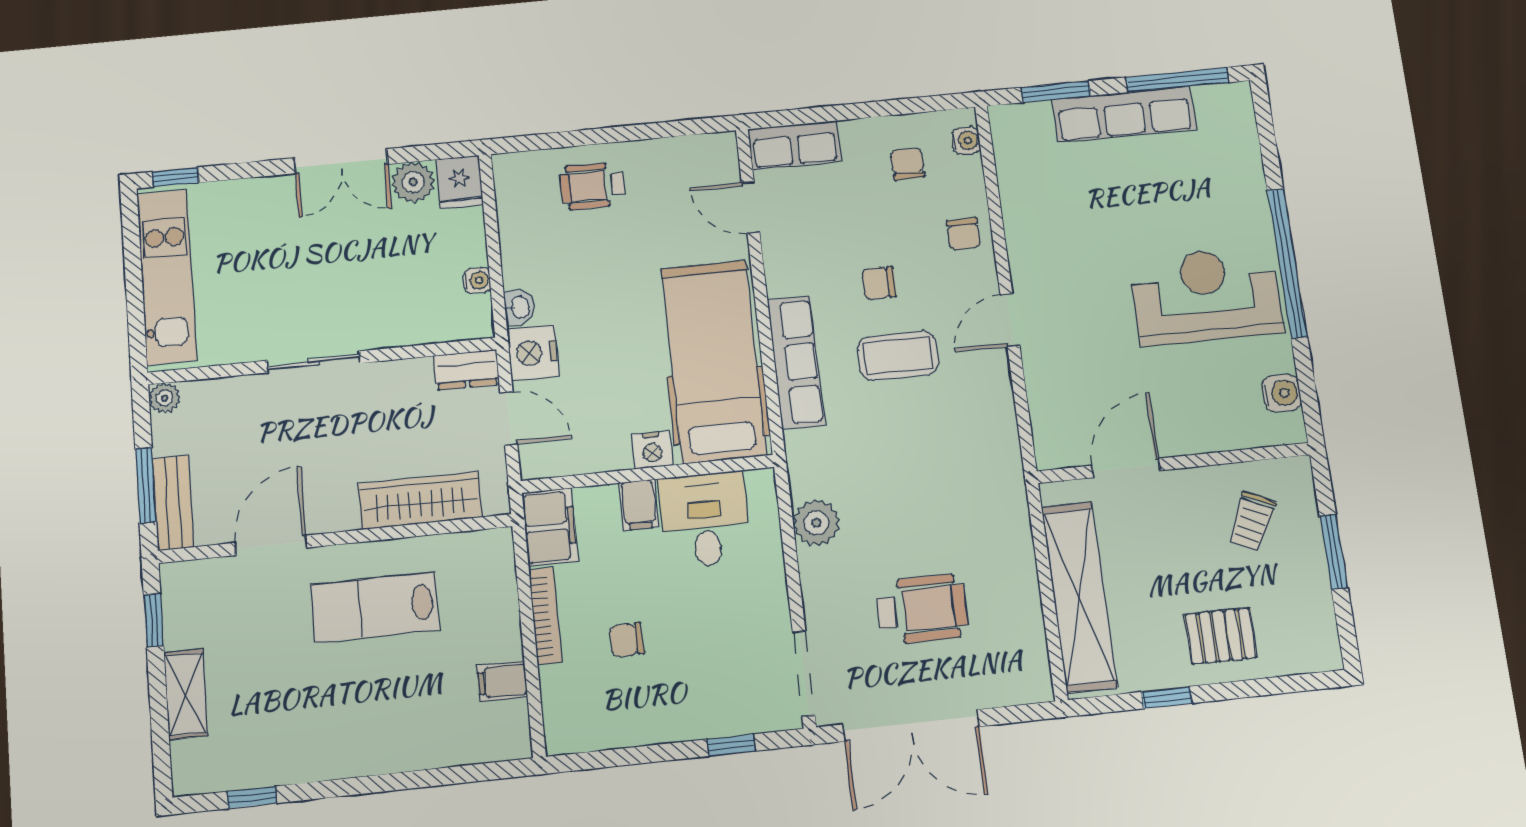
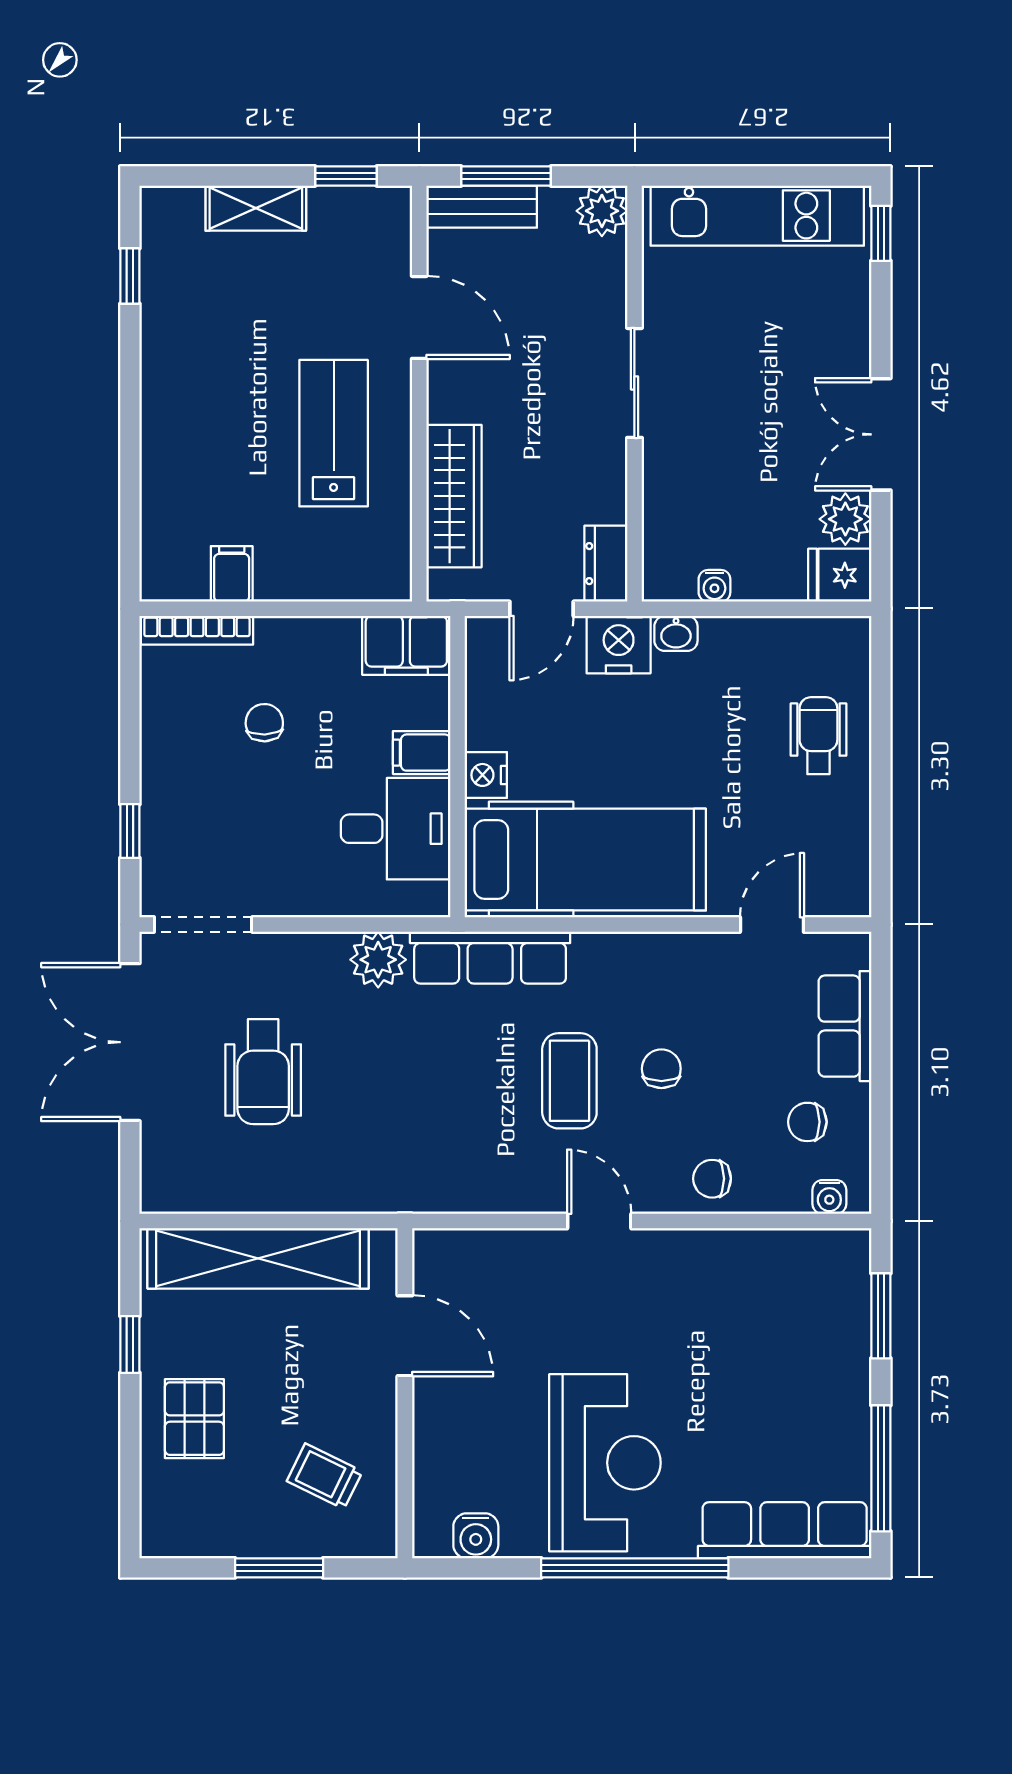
row of seats: (1124, 114) -> (785, 1530), moved, turned 90
row of seats: (795, 145) -> (845, 1026), moved
chair: (908, 164) -> (807, 1122), turned 180
row of seats: (796, 362) -> (490, 958), moved
plant: (164, 398) -> (602, 211), width x1.38, depth x1.38
bookcase: (545, 616) -> (197, 630), moved

